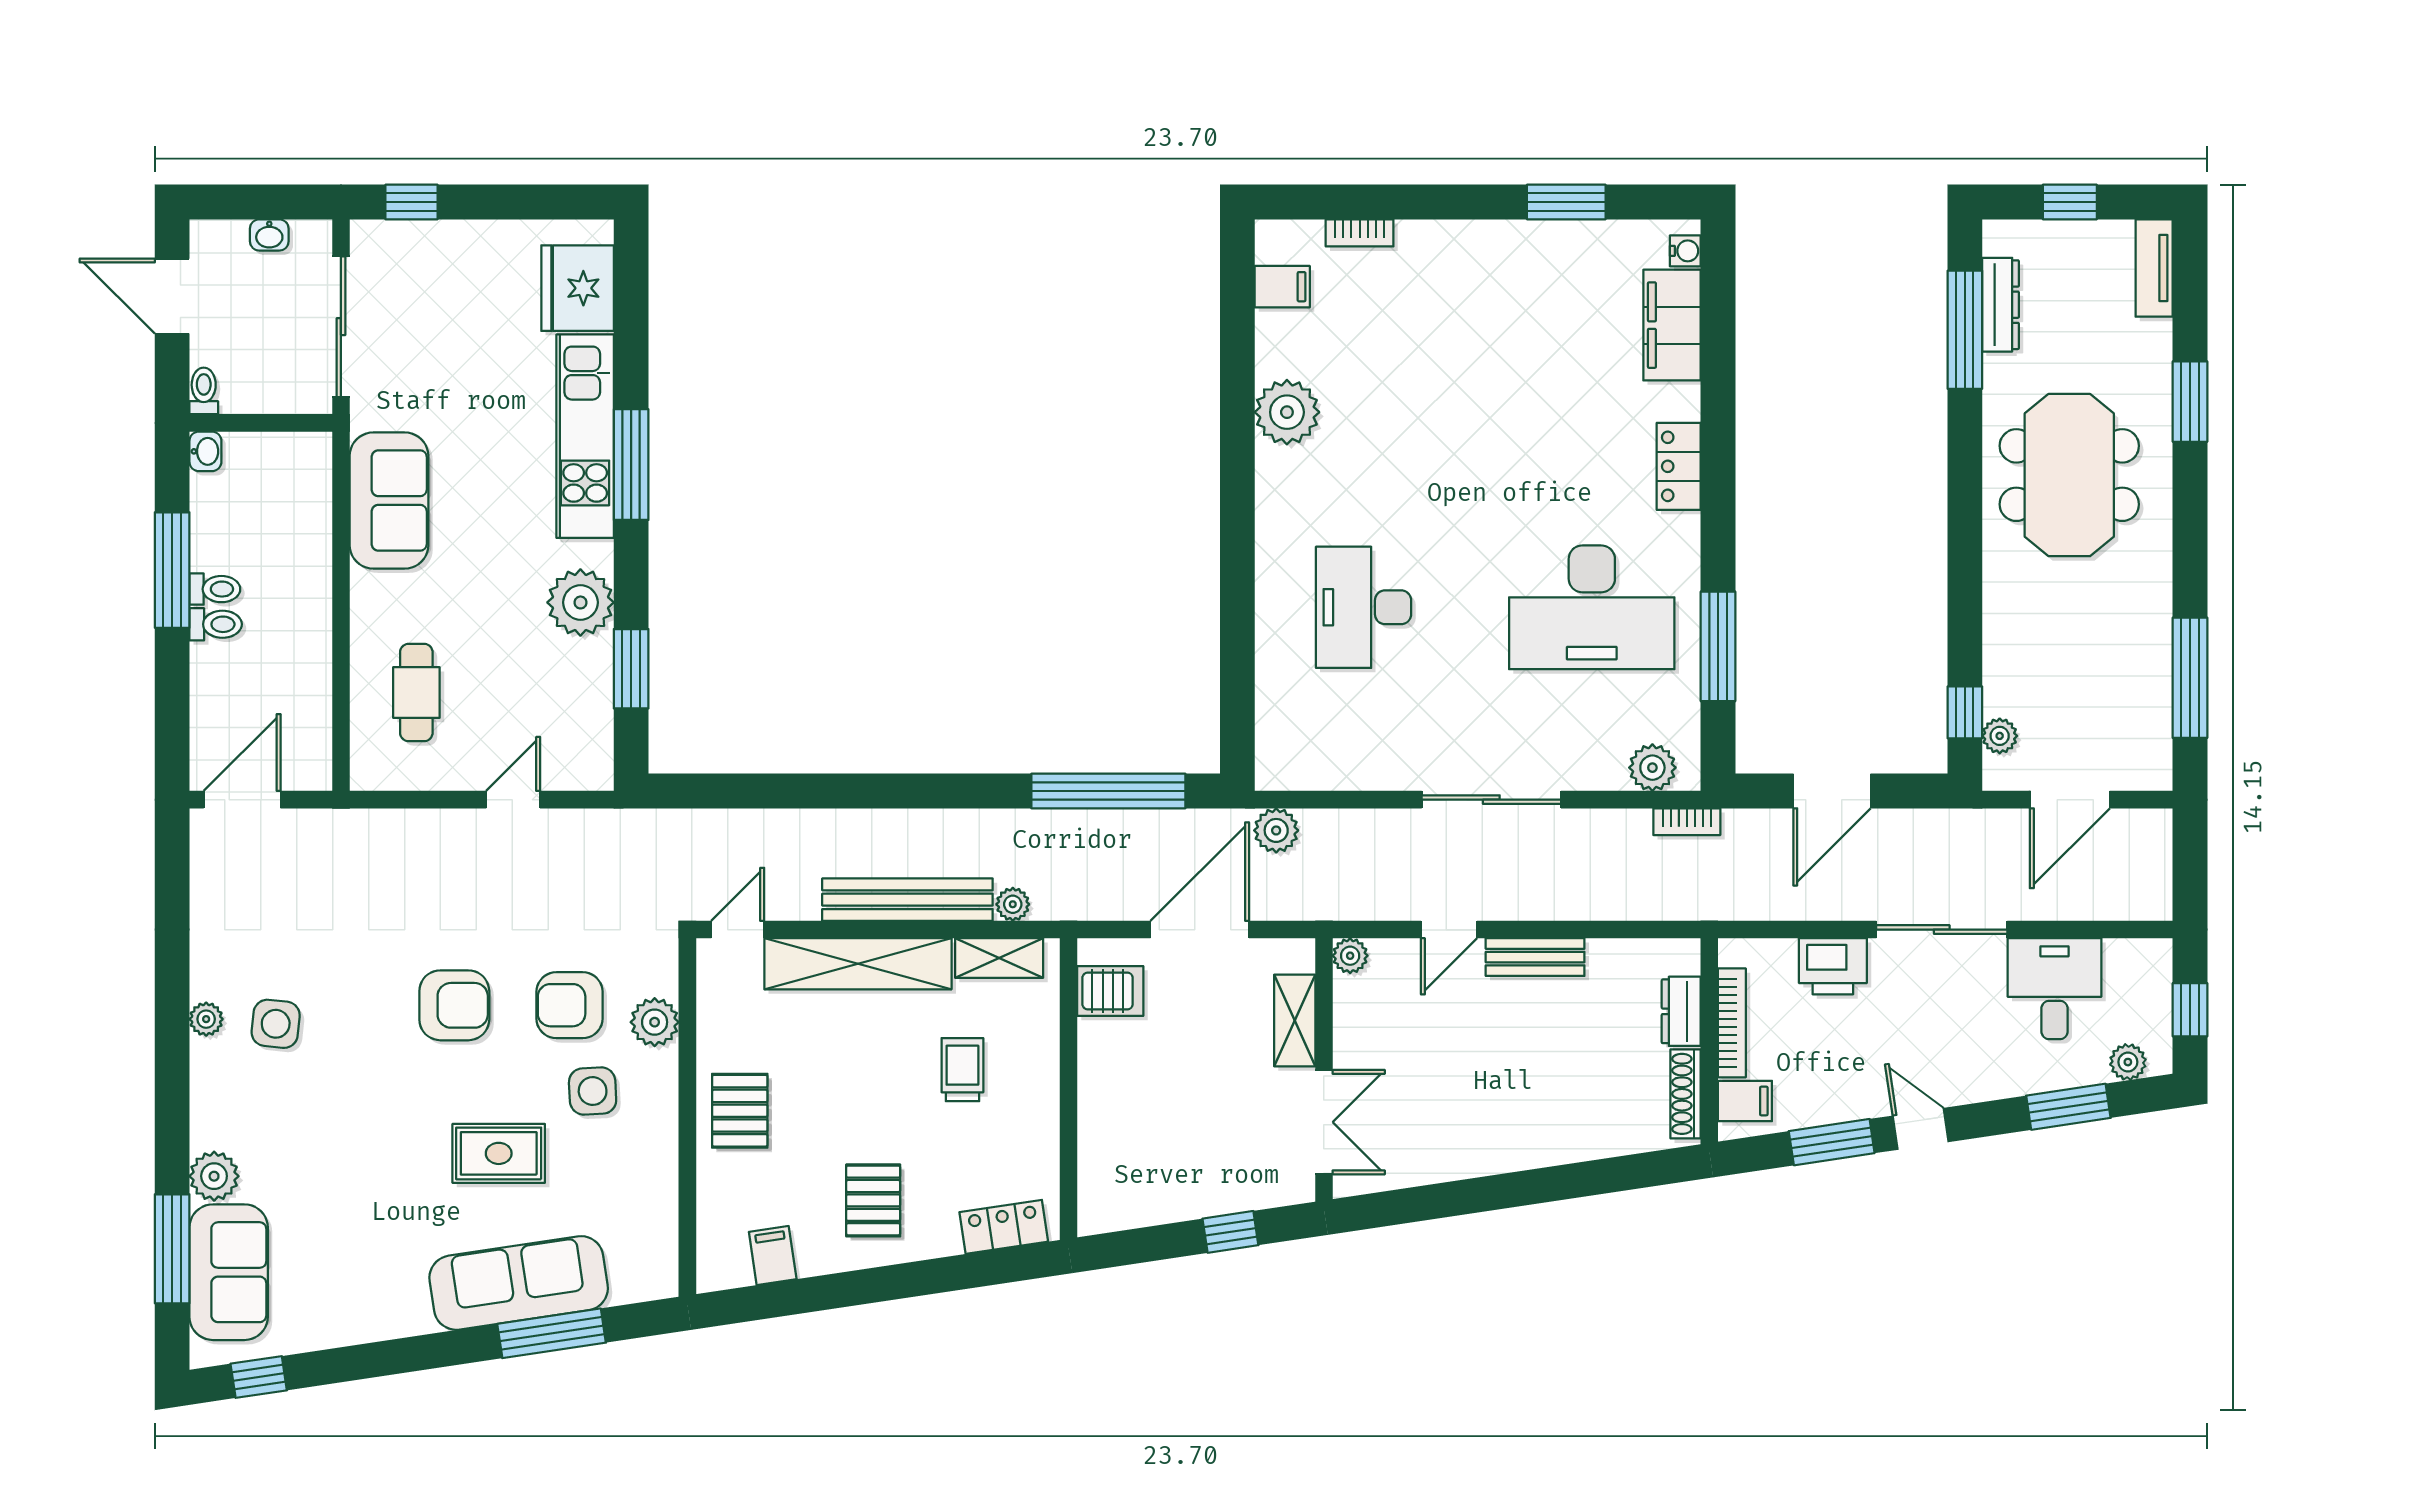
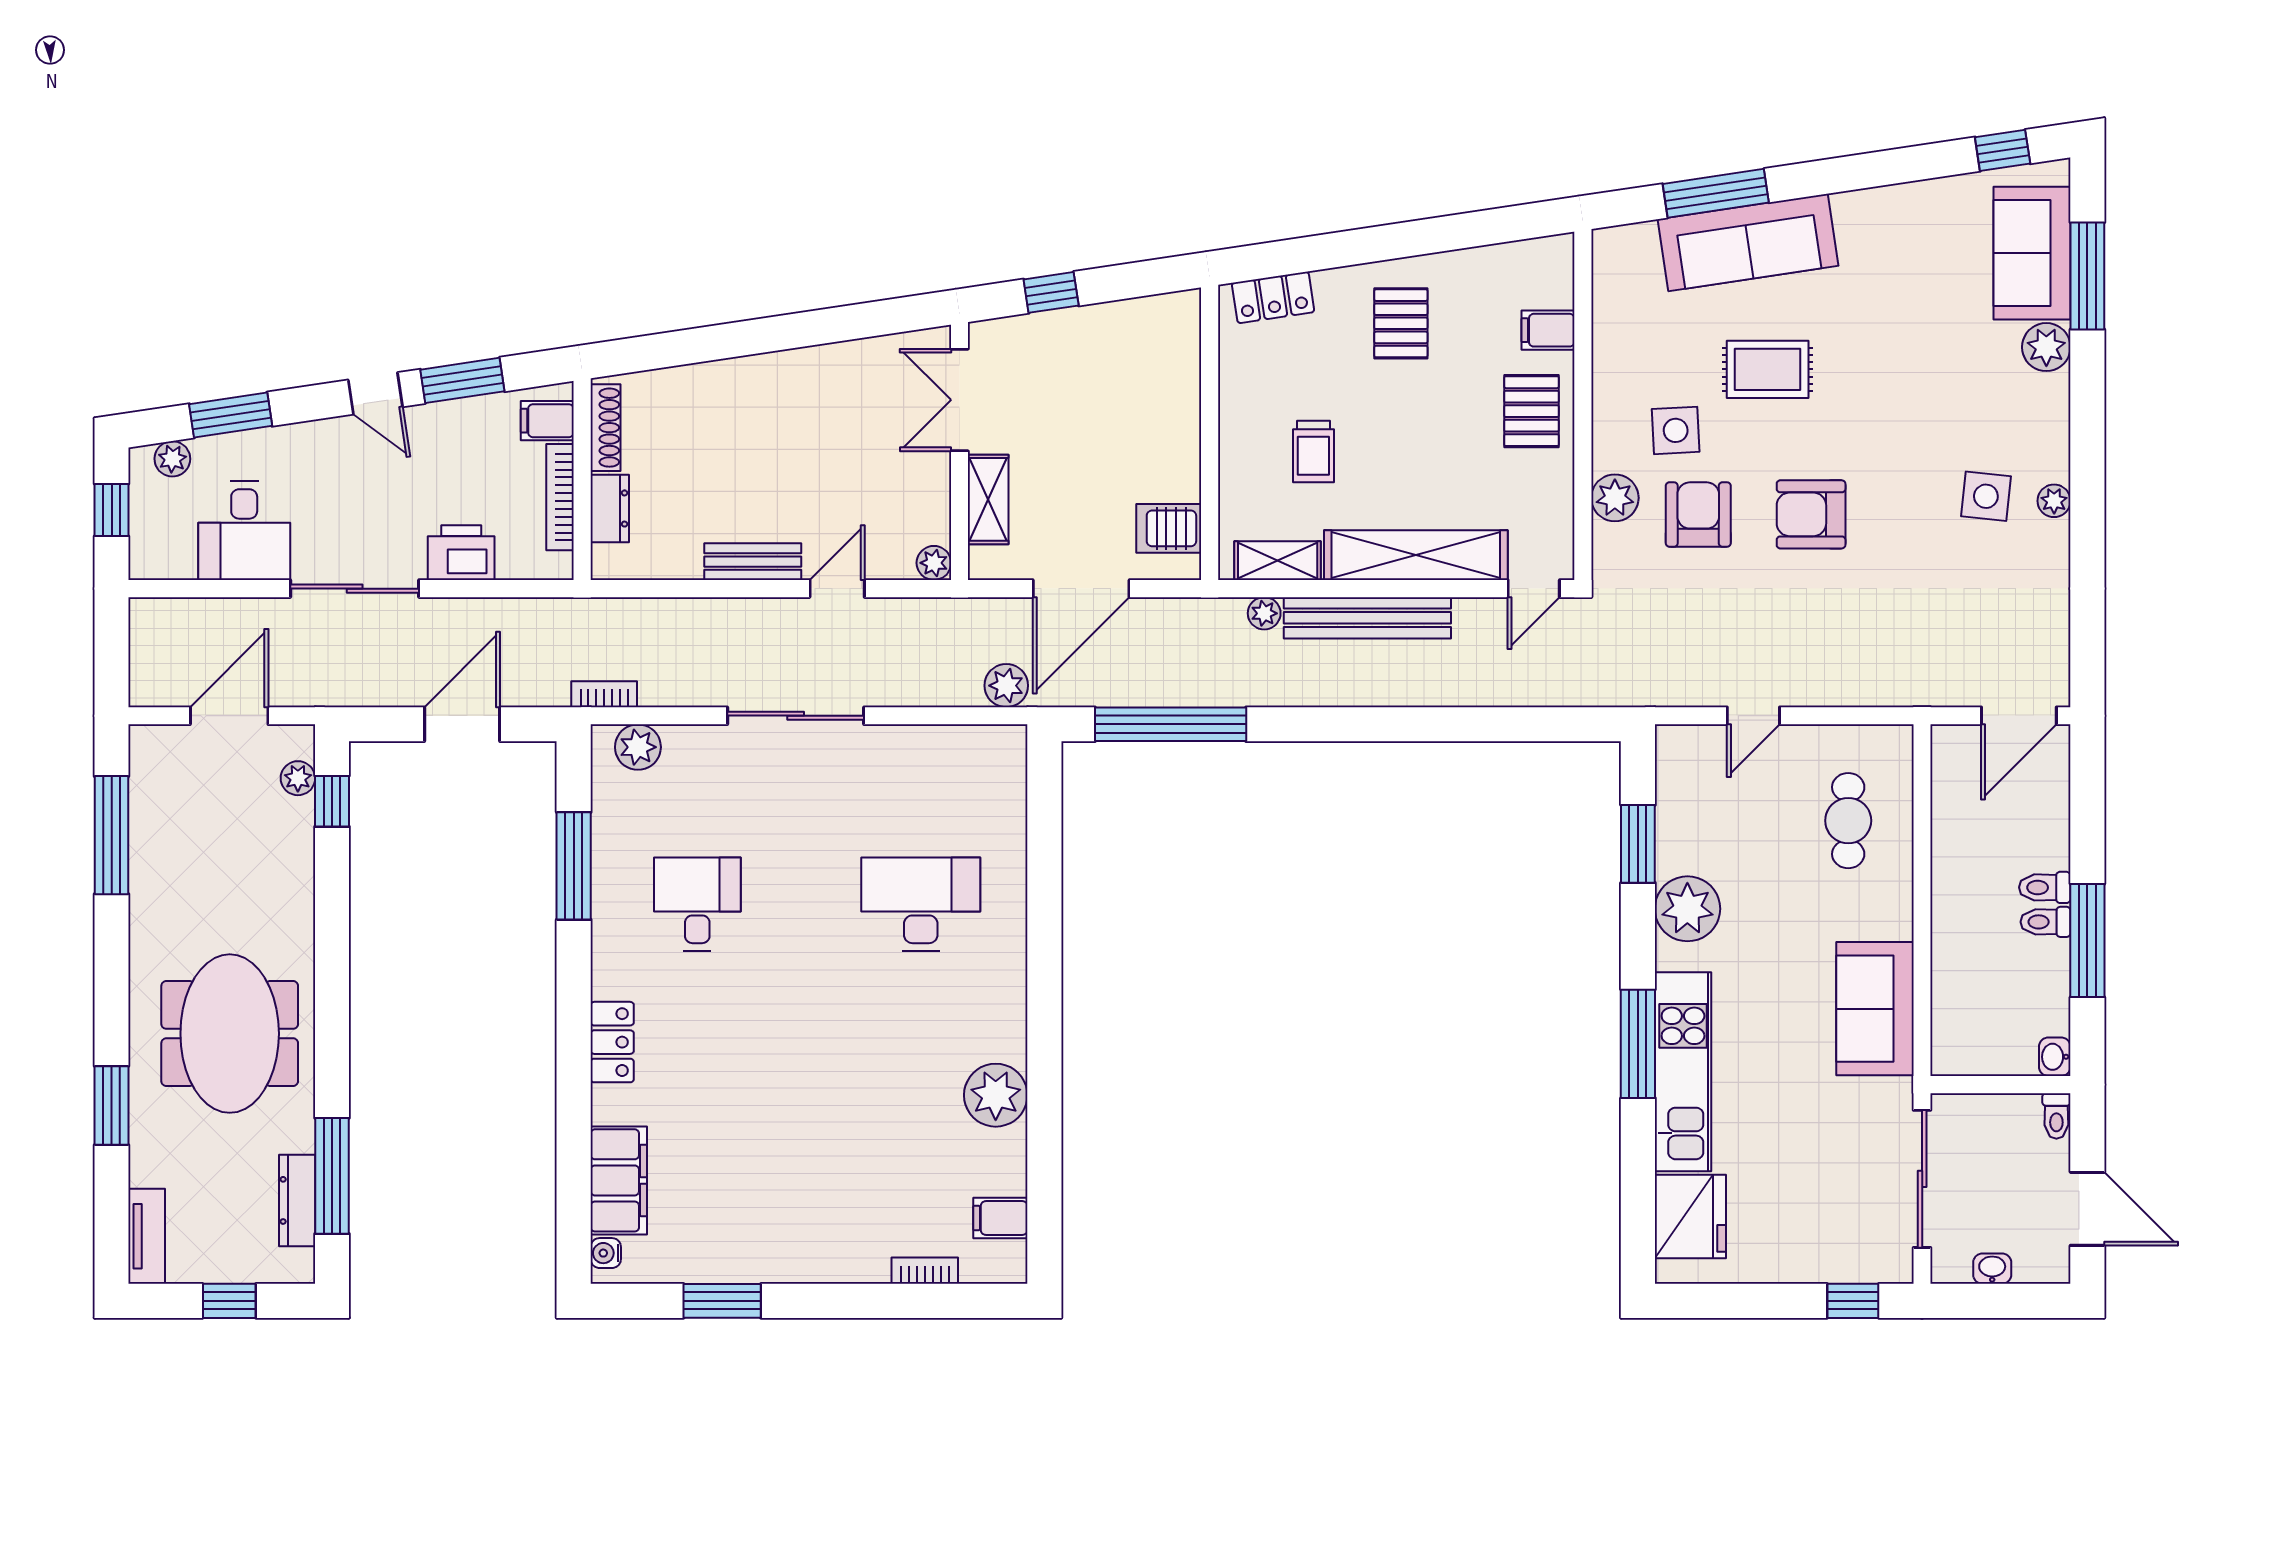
desk: (1364, 607) -> (921, 904), turned -90
desk: (1592, 607) -> (697, 904), width x0.53, depth x0.77
armchair: (570, 1005) -> (1698, 514), turned -90
filing cabinet: (773, 1256) -> (1548, 330), moved, turned 98

